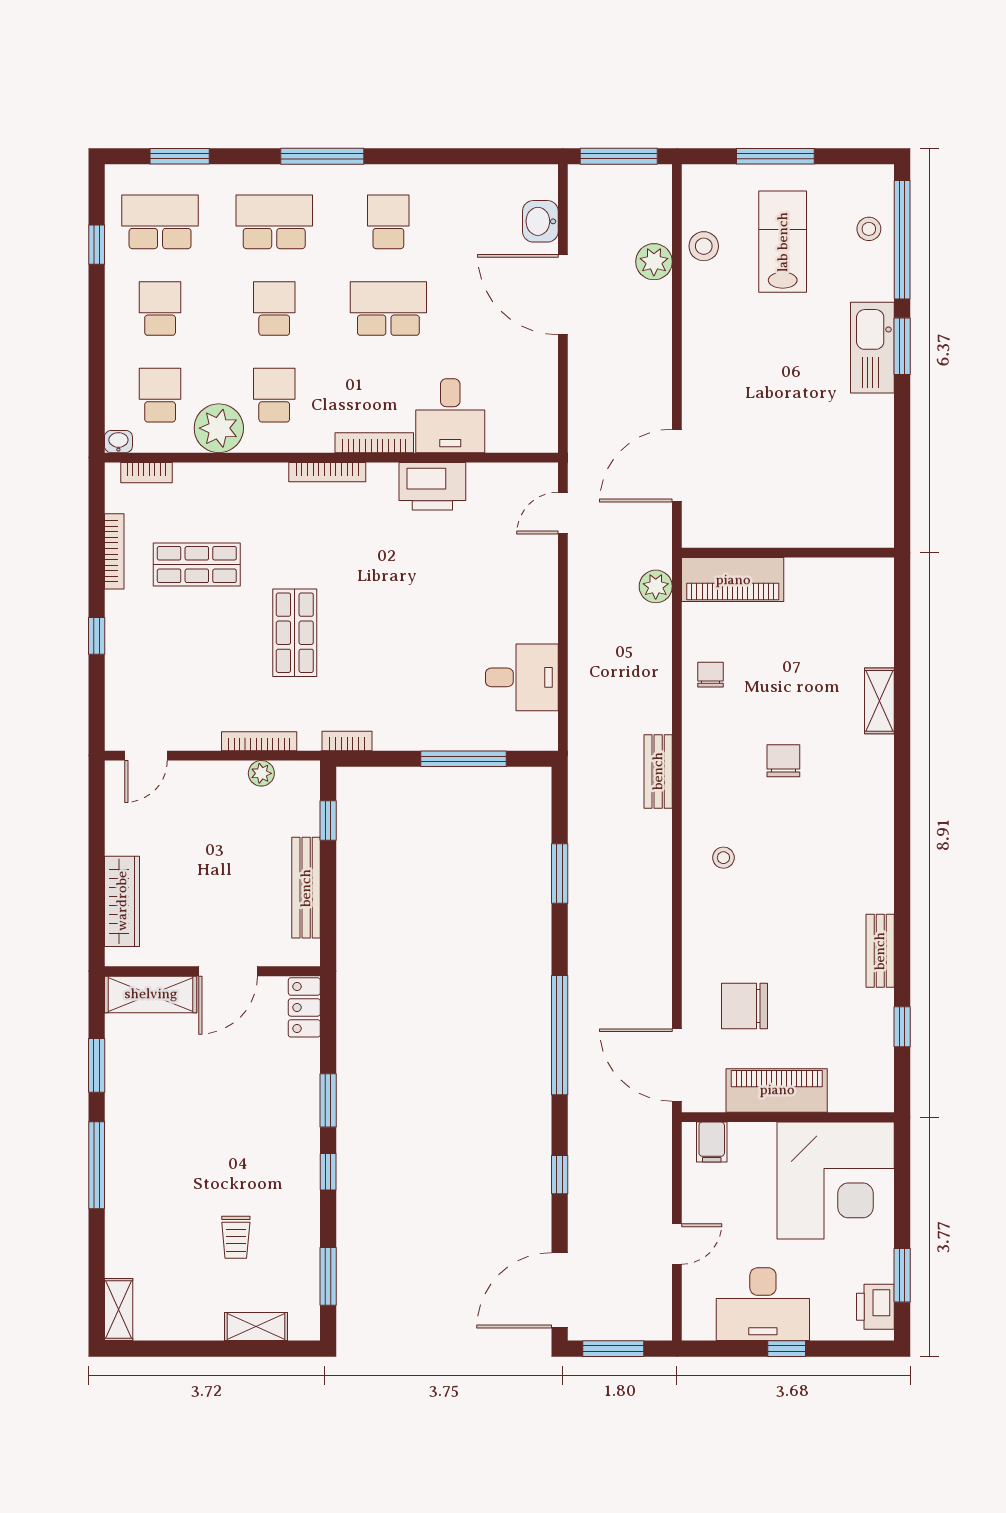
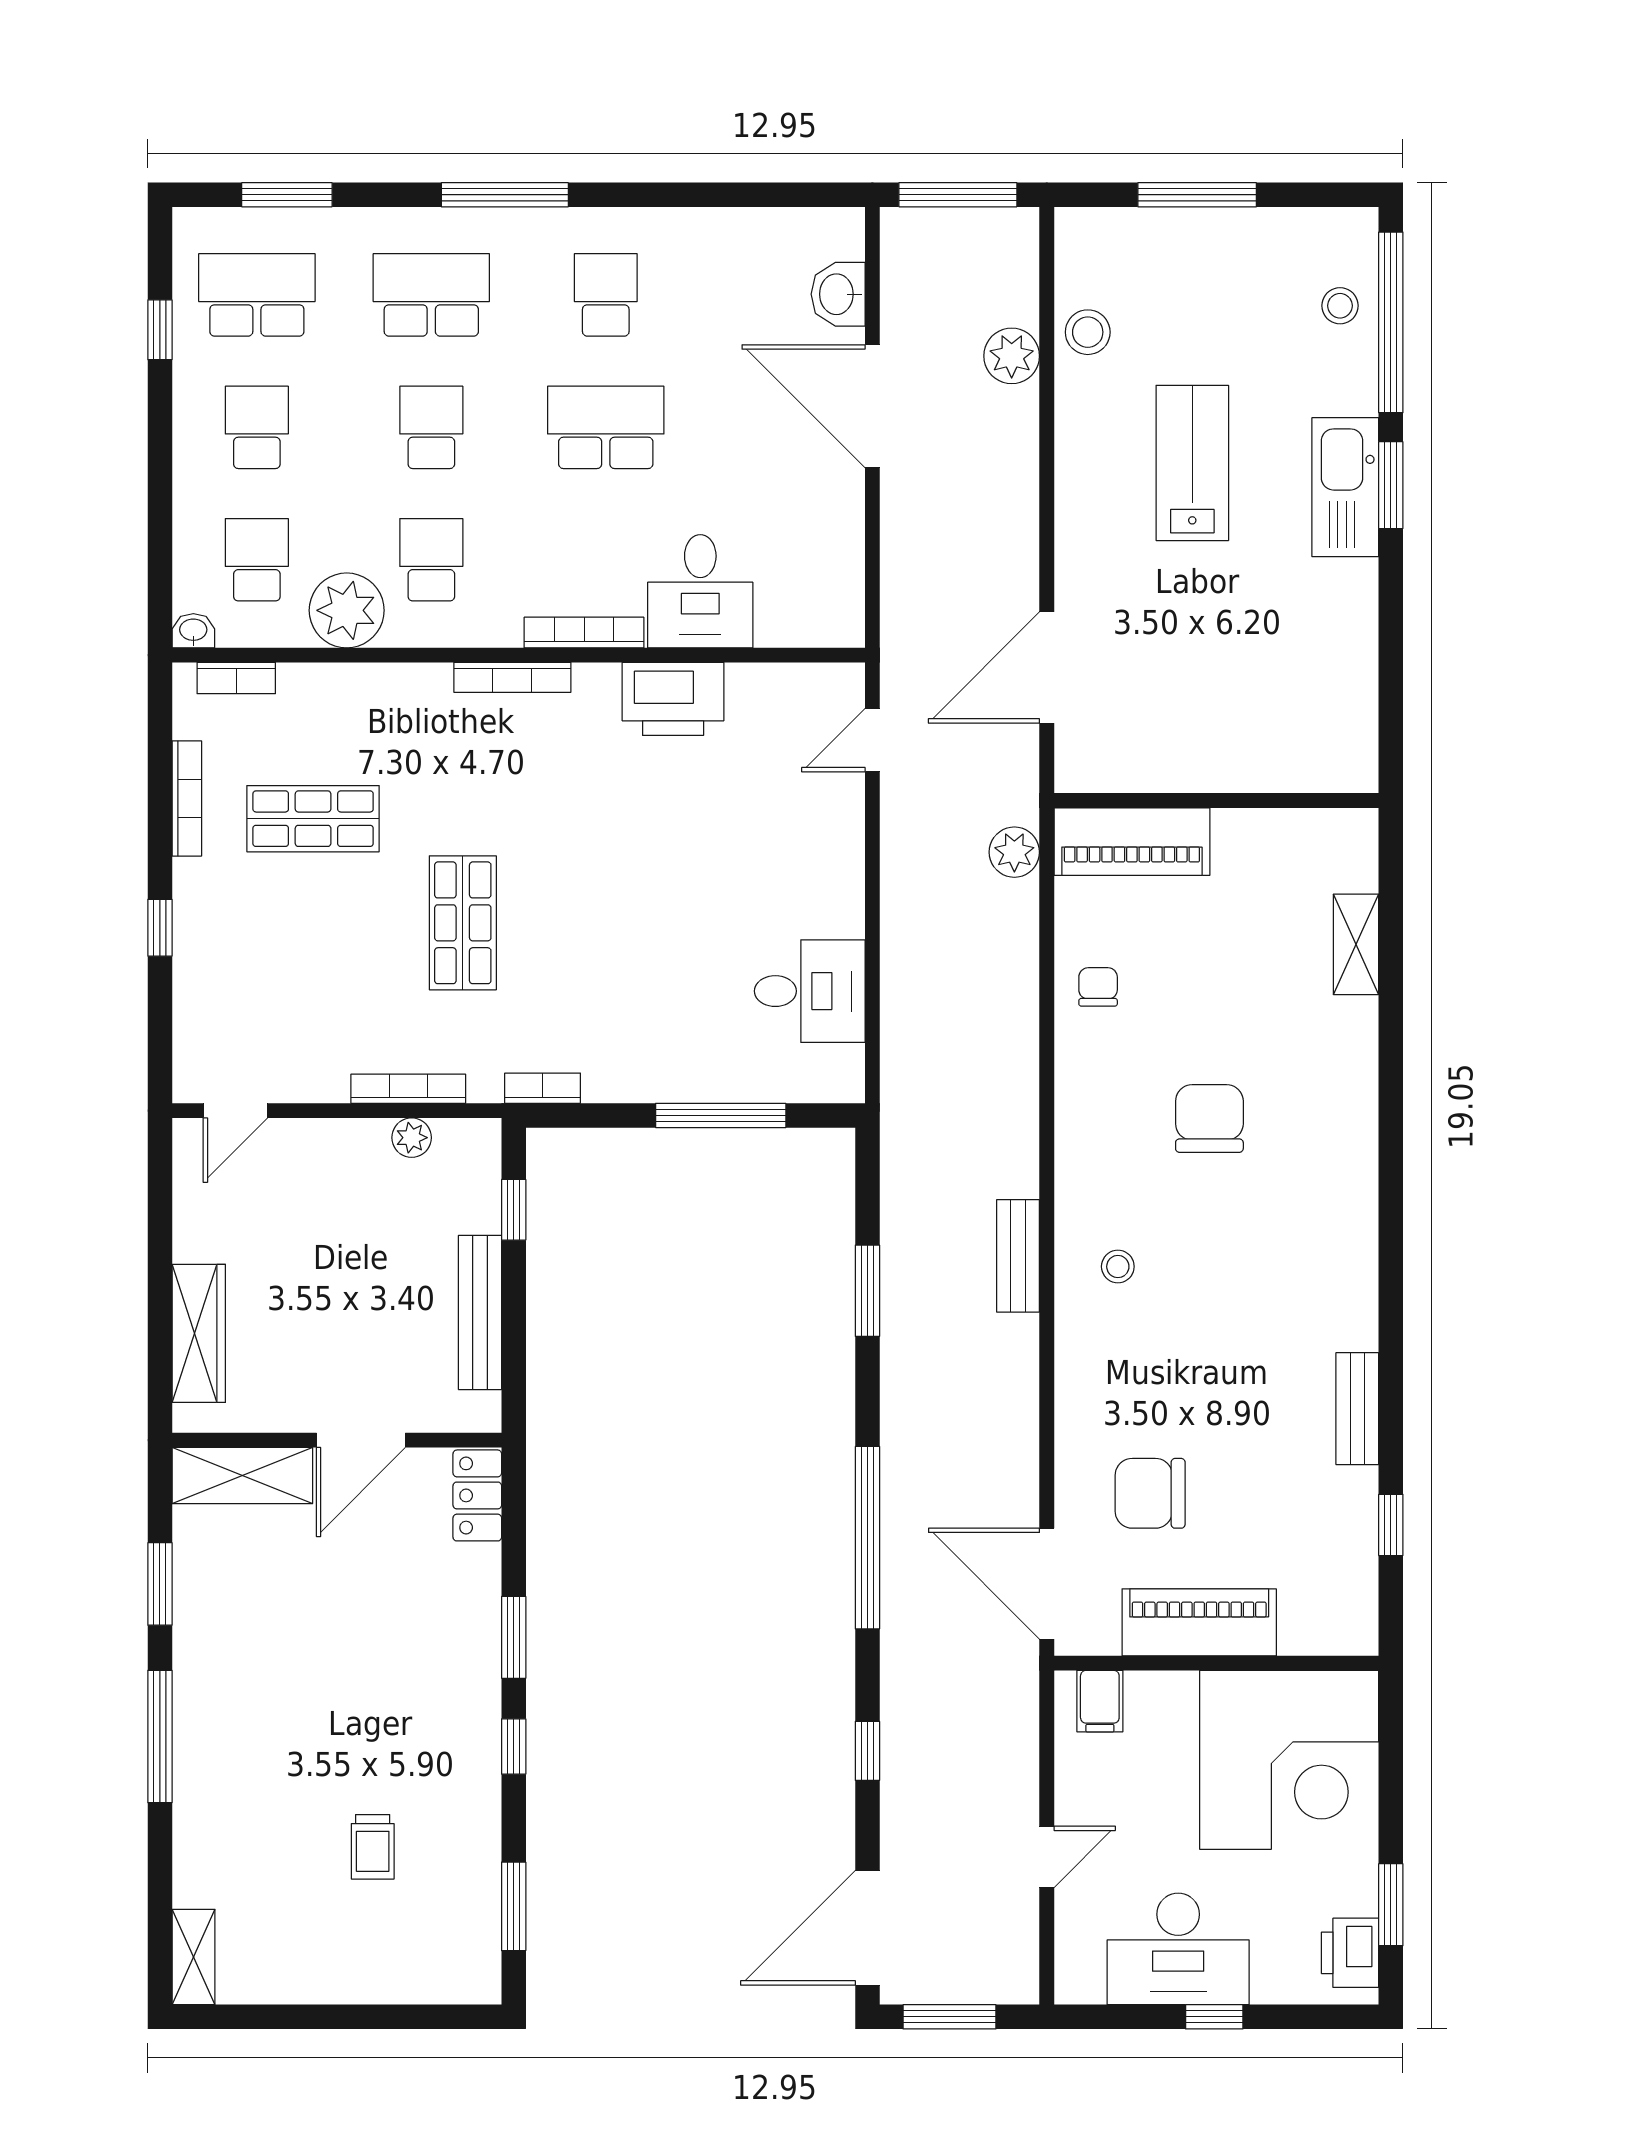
lab bench: (783, 242) -> (1192, 463), moved
shelving: (879, 701) -> (1356, 944), moved
chair: (783, 761) -> (1209, 1119), width x1.37, depth x1.37
bench: (658, 771) -> (1018, 1256), moved
shelving: (256, 1327) -> (404, 1983), removed

